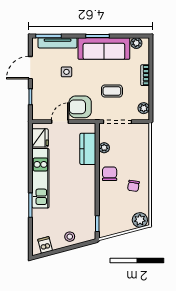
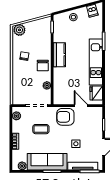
armchair: (80, 107) -> (65, 117), turned 180
door: (60, 122) -> (81, 106), swing flipped
kitchen counter: (88, 149) -> (59, 55), moved

